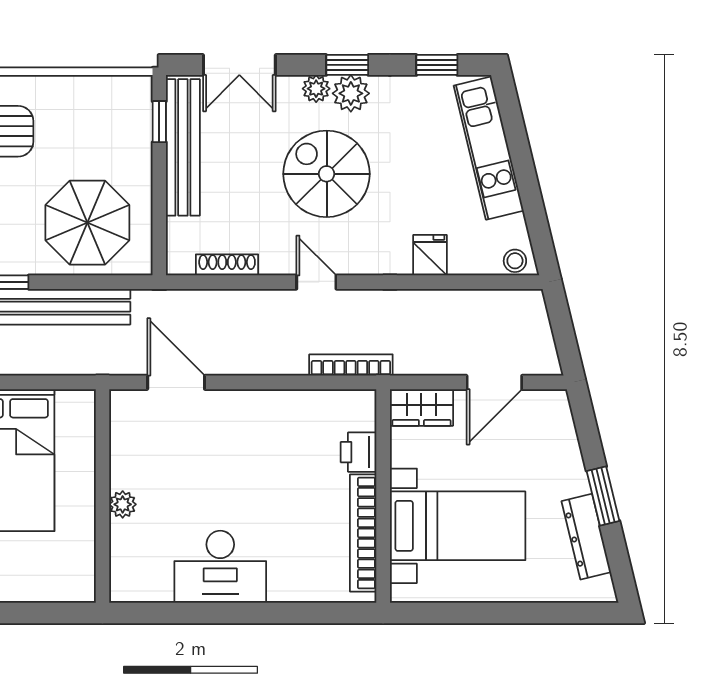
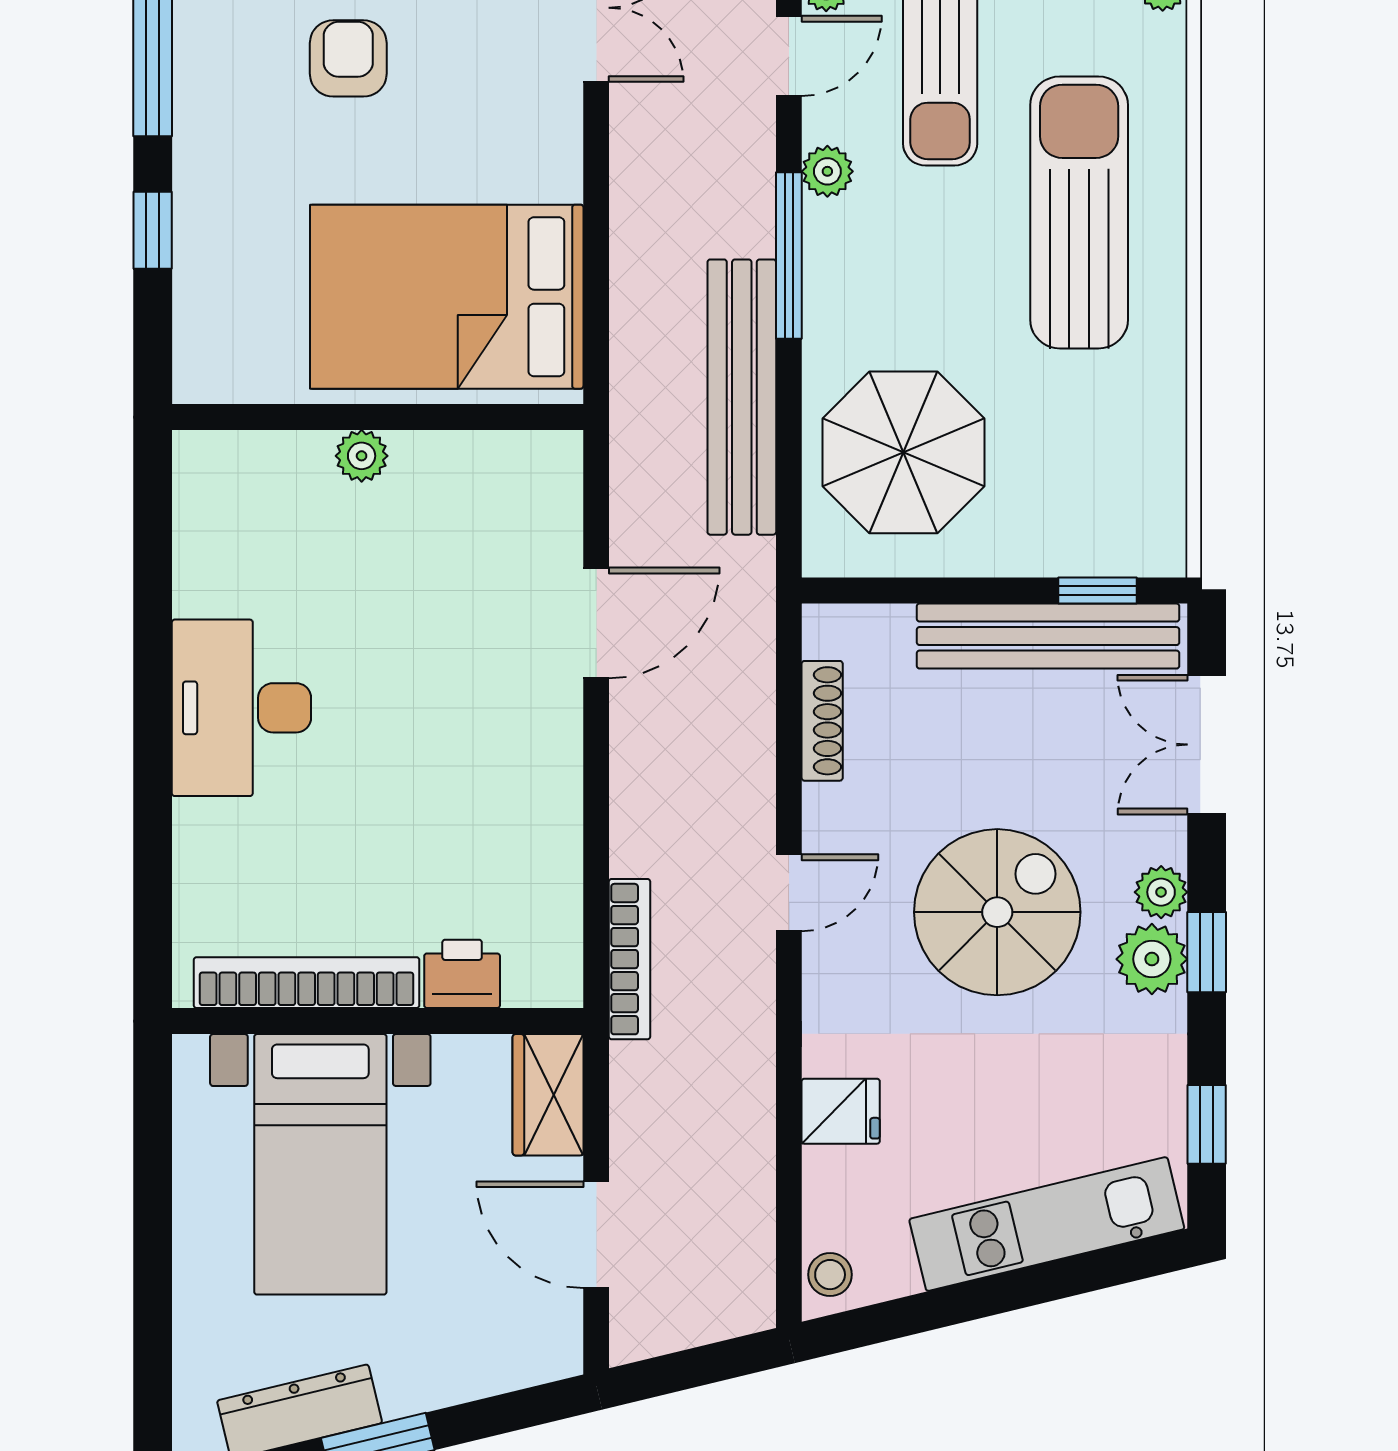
wall: (102, 496) -> (378, 417), moved
plant: (123, 504) -> (362, 456), moved

